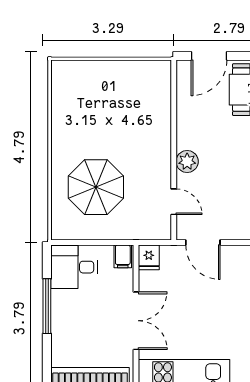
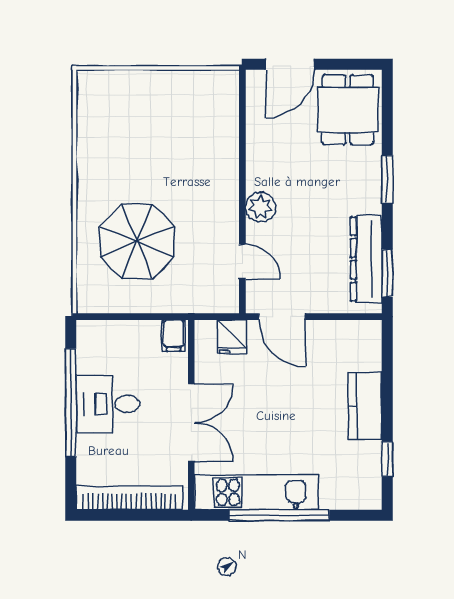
fridge: (149, 257) -> (232, 337), moved
desk: (74, 267) -> (108, 404), moved
window: (47, 306) -> (71, 403), width x1.46

